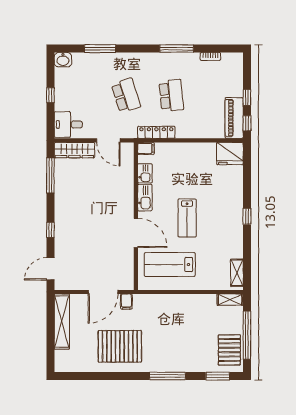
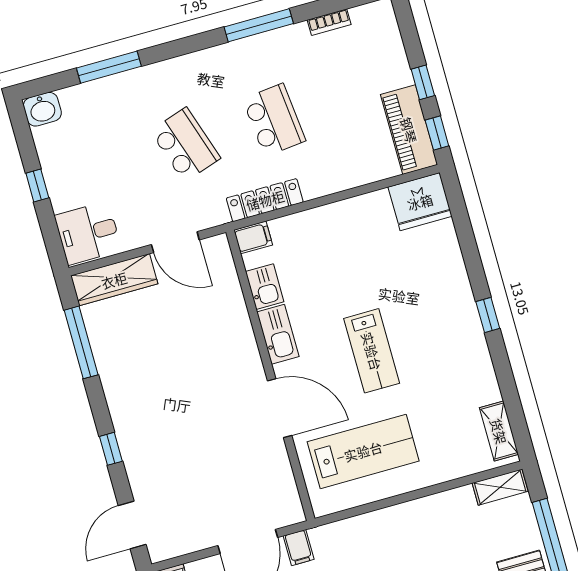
lab bench: (170, 265) -> (363, 451), turned 180

